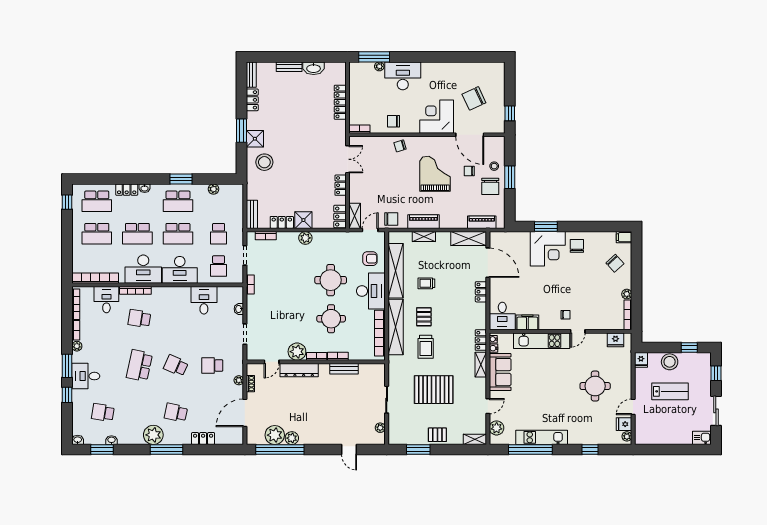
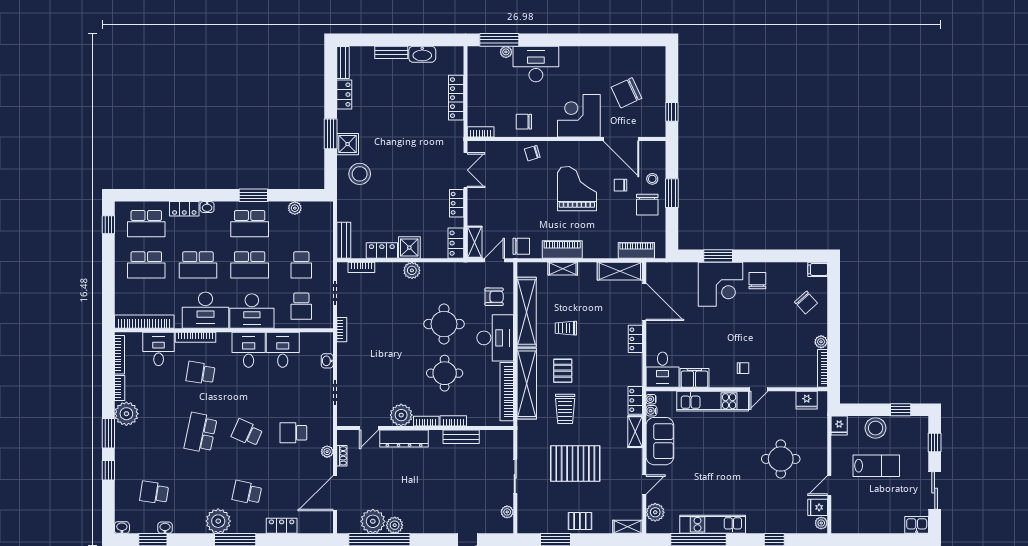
plant: (77, 346) -> (126, 414), width x1.87, depth x1.87
desk: (86, 376) -> (249, 350), moved, turned 90

